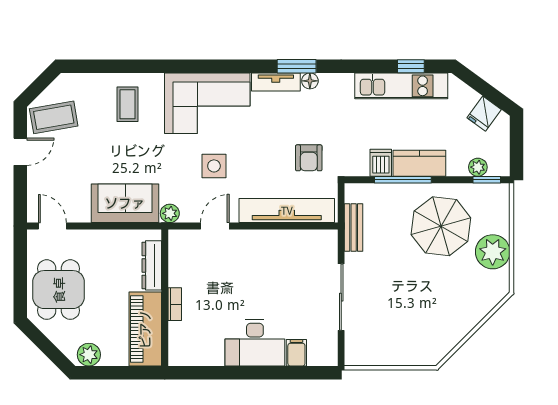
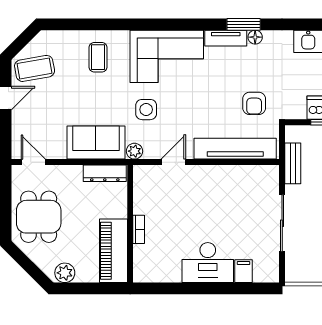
side table: (214, 166) -> (146, 110), moved
dresser: (152, 265) -> (105, 173), moved, turned -90

